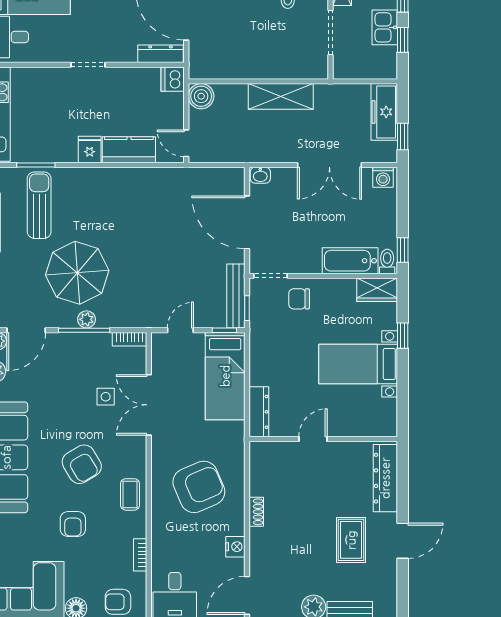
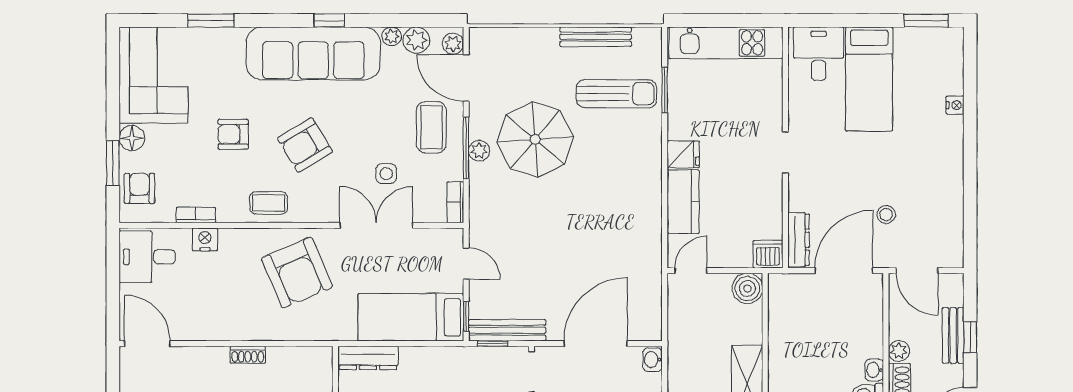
coffee table: (67, 359) -> (431, 127), added
armchair: (199, 487) -> (297, 273), moved
nightstand: (235, 547) -> (205, 239), moved, turned 180

